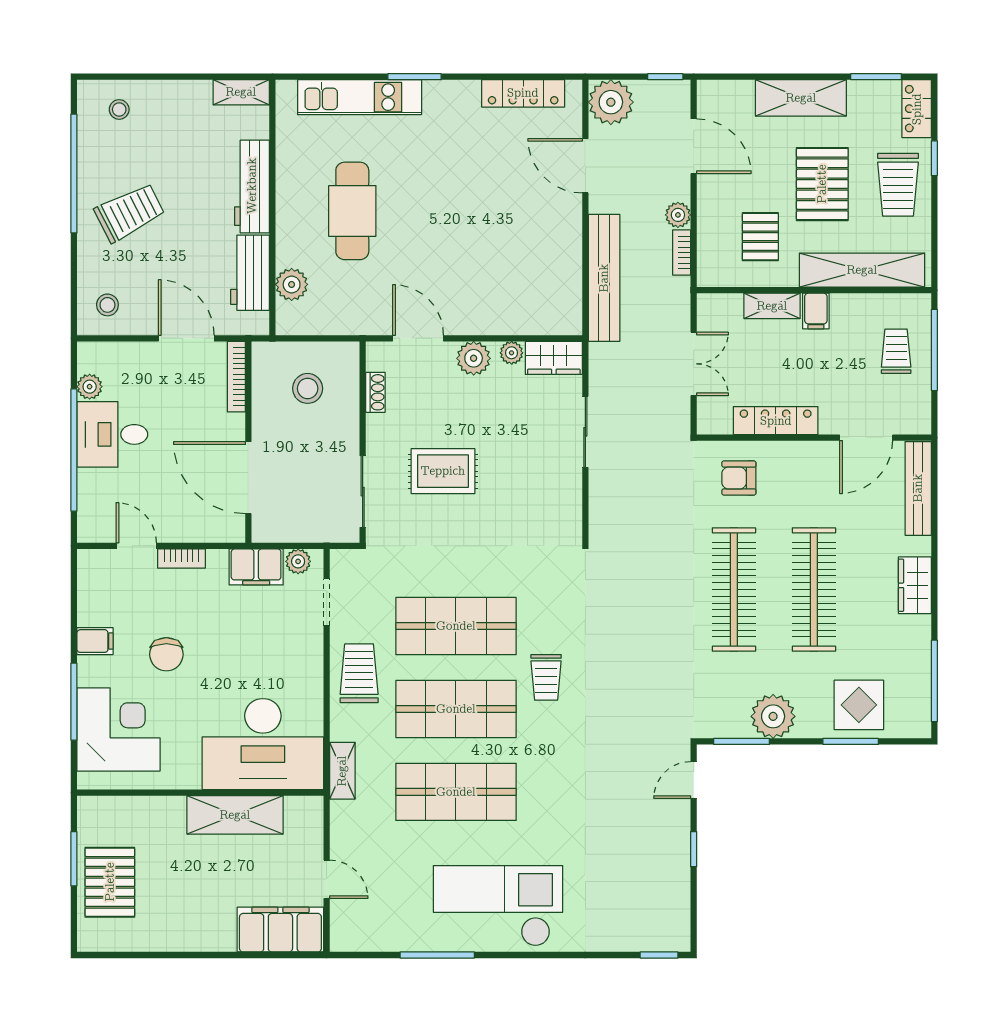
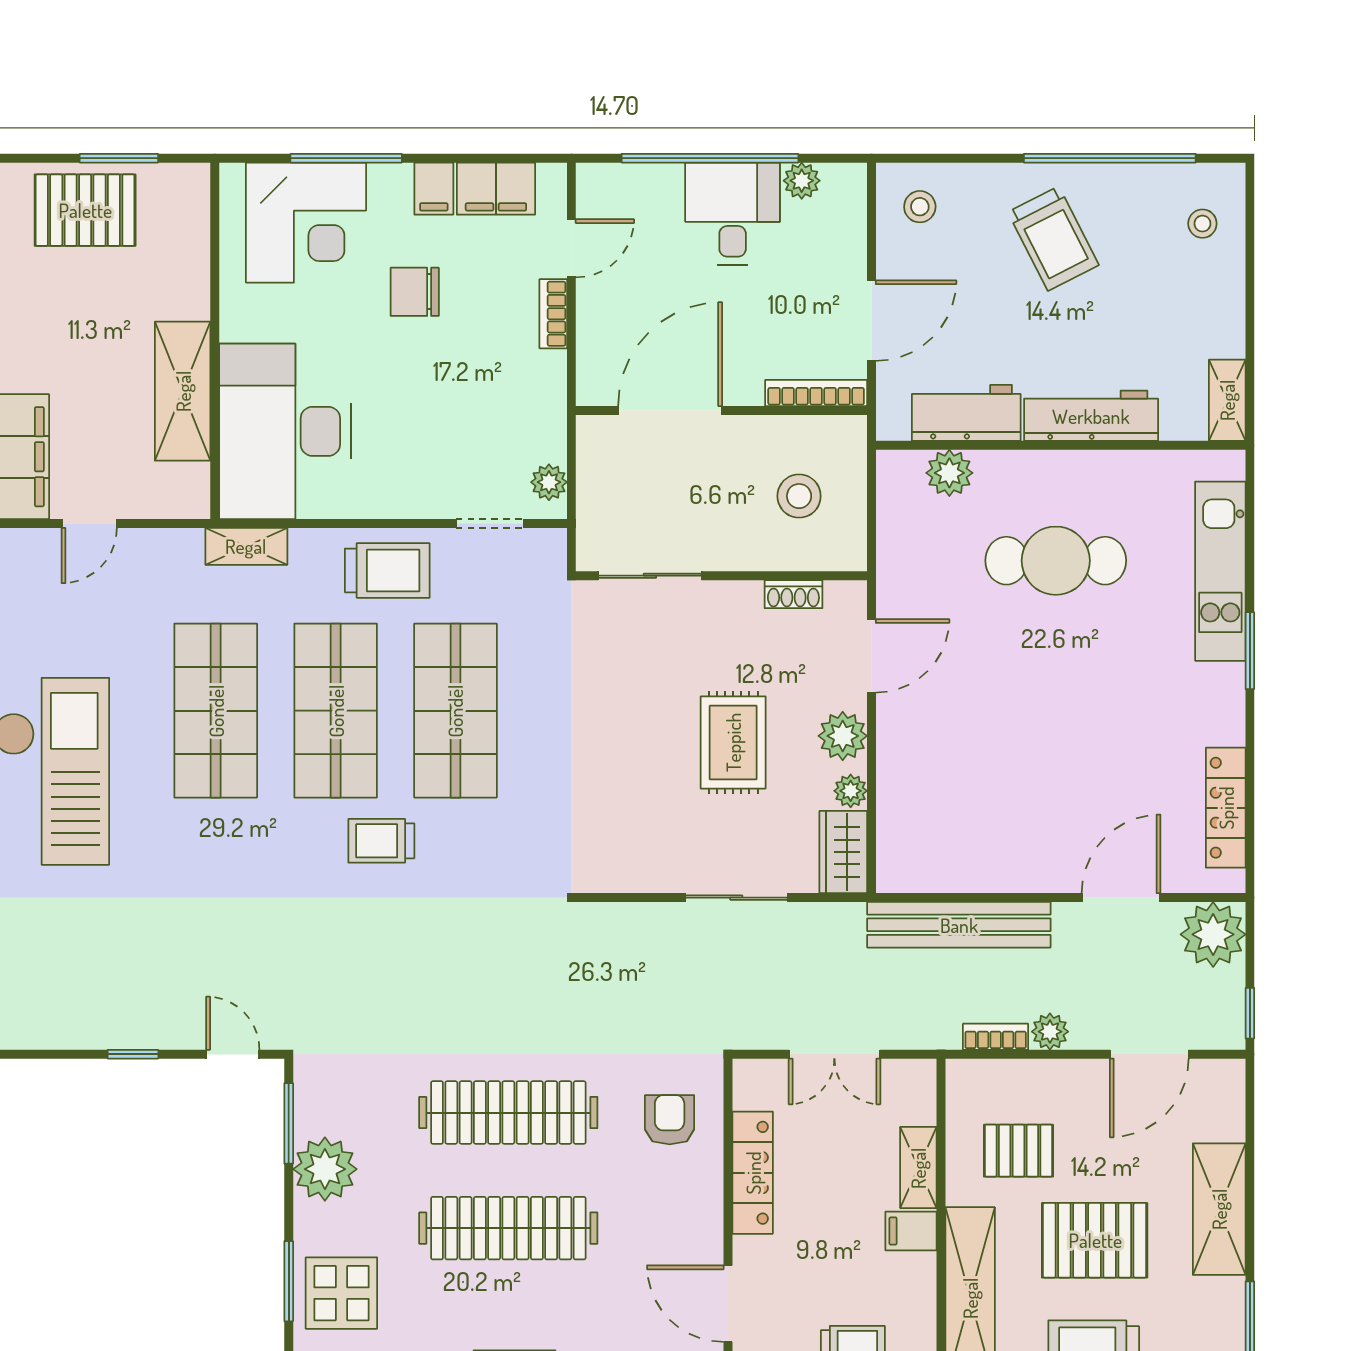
rug: (443, 471) -> (733, 742), moved
filing cabinet: (256, 567) -> (496, 189), moved, turned -90

